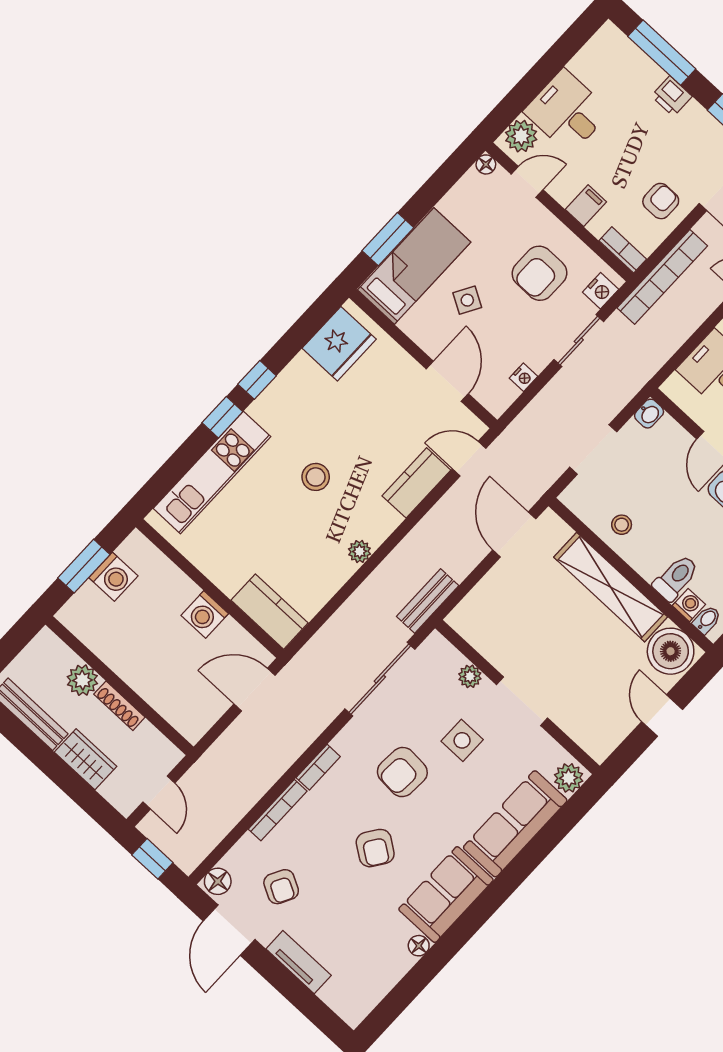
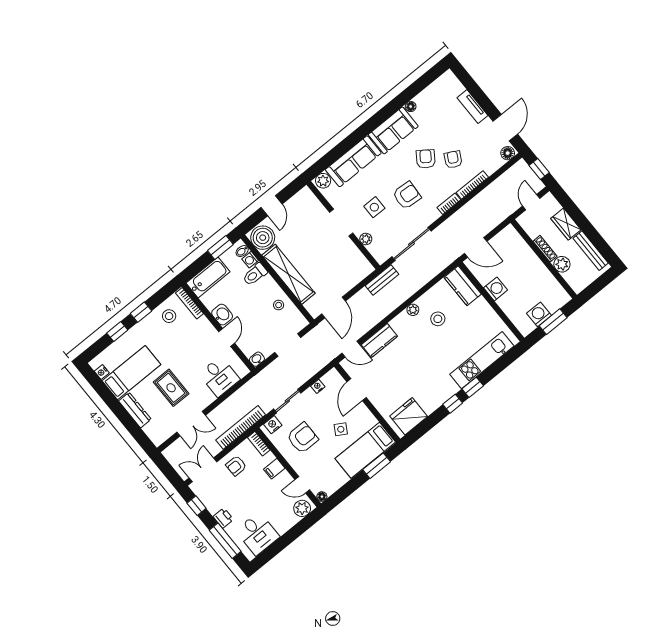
desk: (567, 112) -> (257, 534), moved
stool: (316, 477) -> (438, 319), moved
armchair: (281, 887) -> (453, 160), moved

